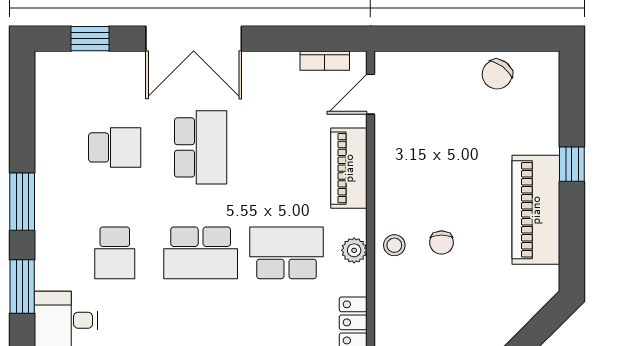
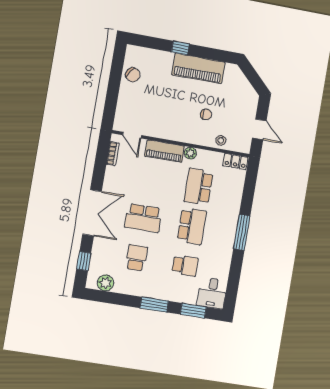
plant: (51, 91) -> (105, 283), added
school desk: (201, 147) -> (143, 218), turned 180
stool: (394, 245) -> (221, 140), moved
plant: (354, 250) -> (190, 153), moved

